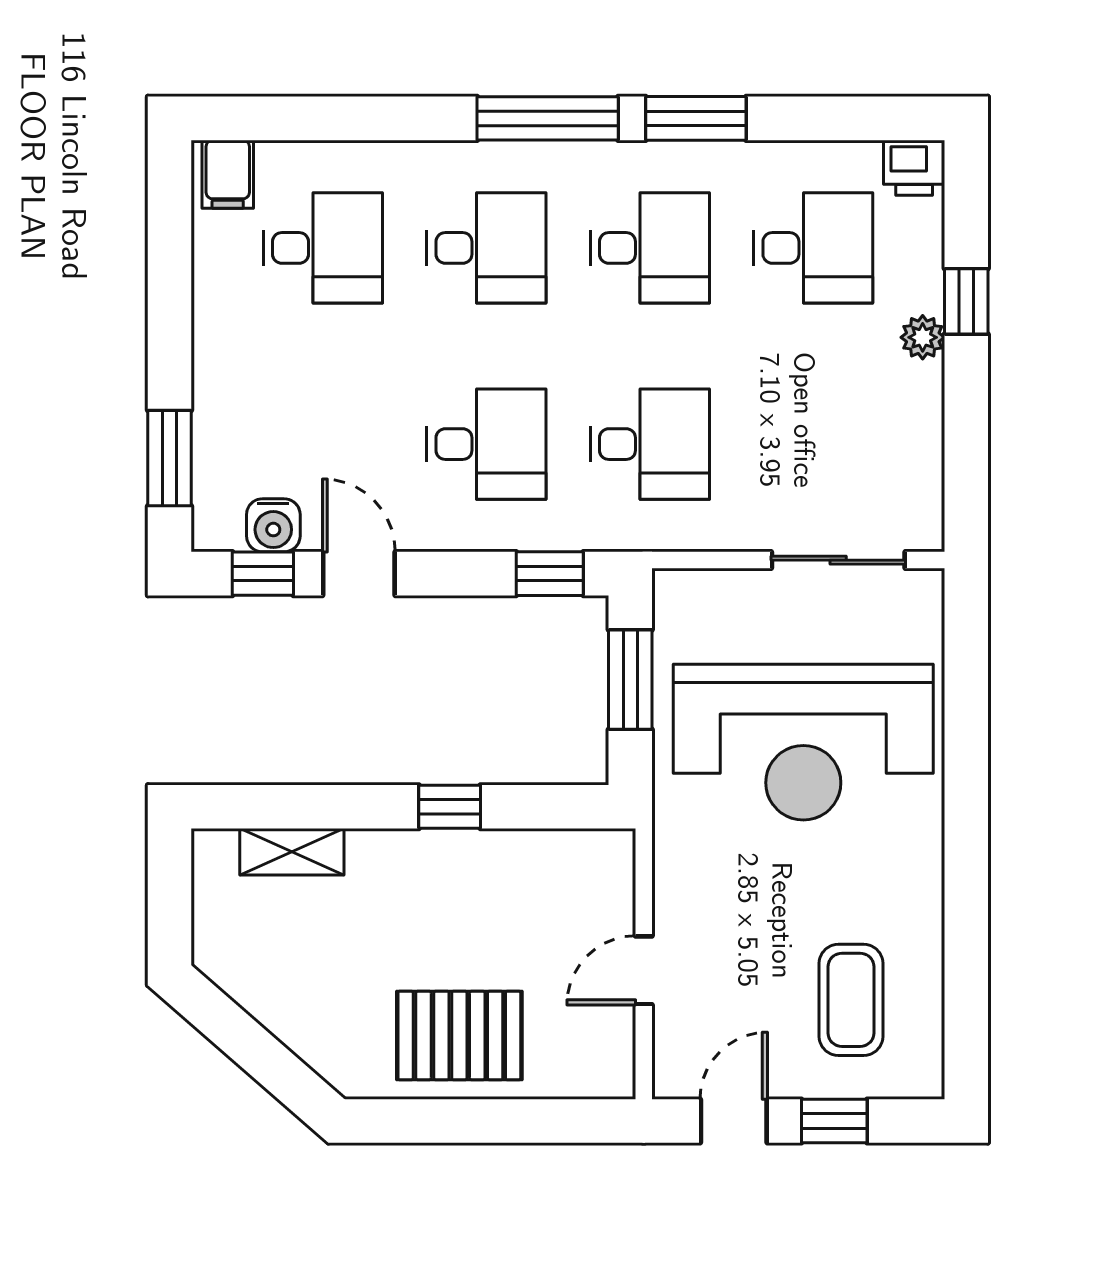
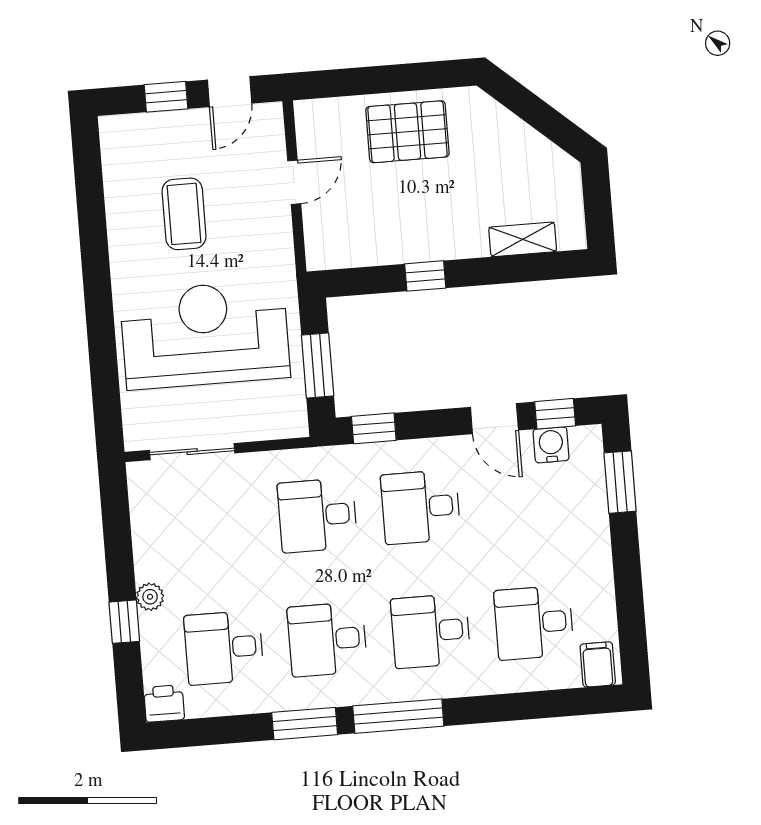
coffee table: (851, 1000) -> (184, 214), moved

